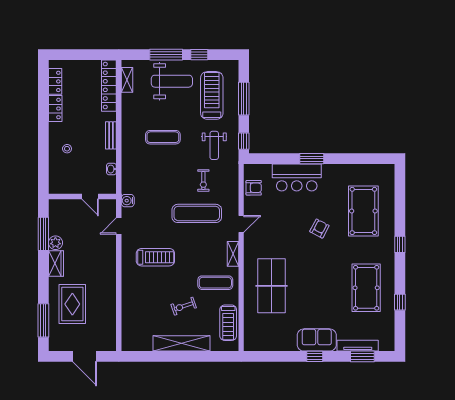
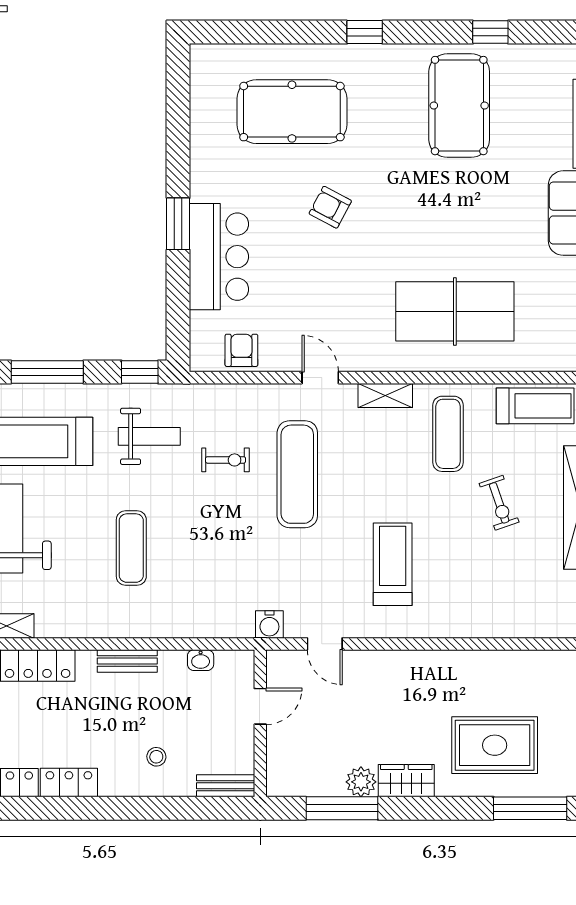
bench: (54, 180) -> (226, 786), added
pool table: (366, 288) -> (459, 106), turned 90

